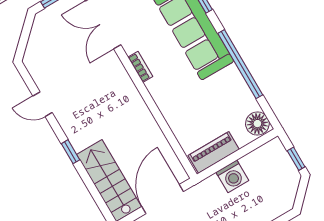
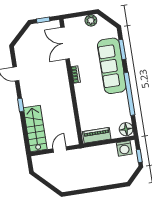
washing machine: (232, 176) -> (124, 148), moved
door: (163, 199) -> (60, 149), width x0.53

